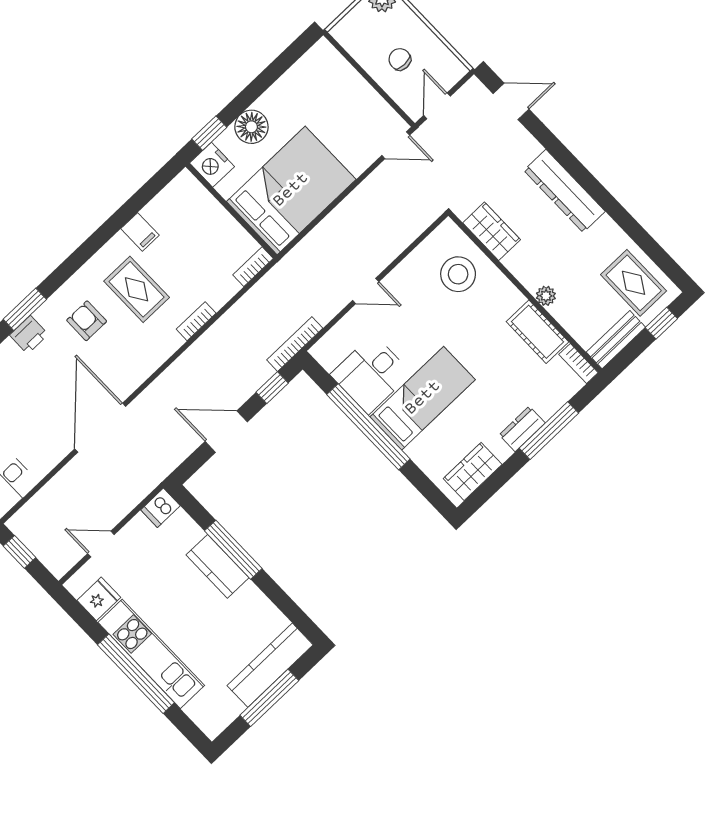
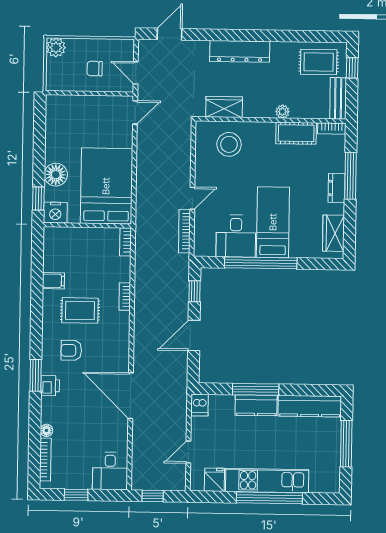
bookcase: (295, 344) -> (184, 231), moved
kitchen counter: (270, 665) -> (310, 406), moved, turned -90

